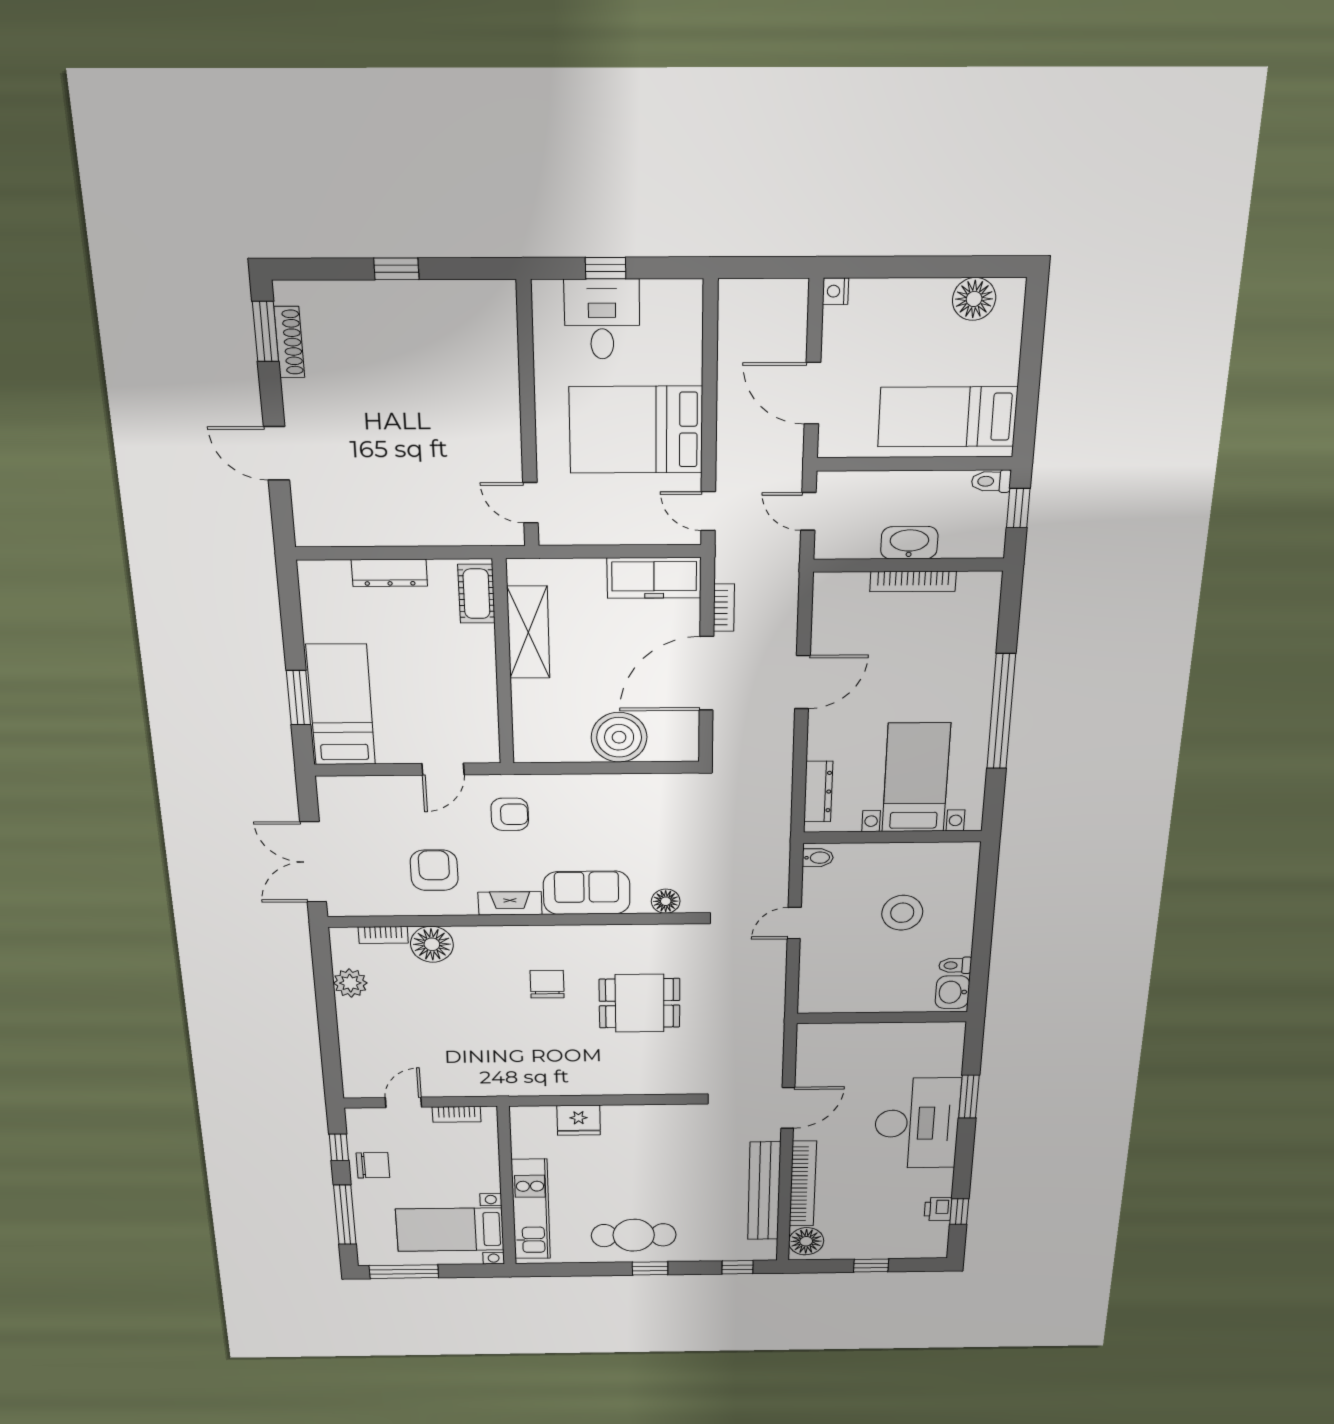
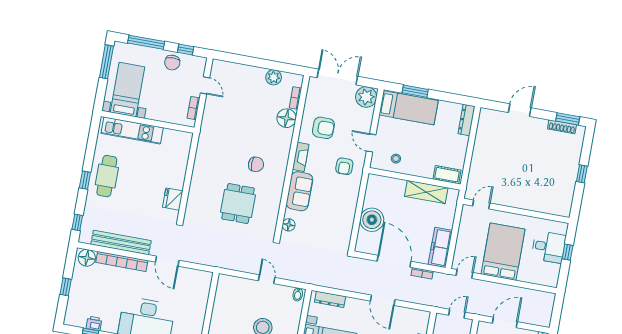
dresser: (389, 573) -> (466, 120), moved
stool: (466, 711) -> (396, 159), added
plant: (341, 797) -> (366, 97), added
fridge: (579, 1120) -> (173, 199), moved

